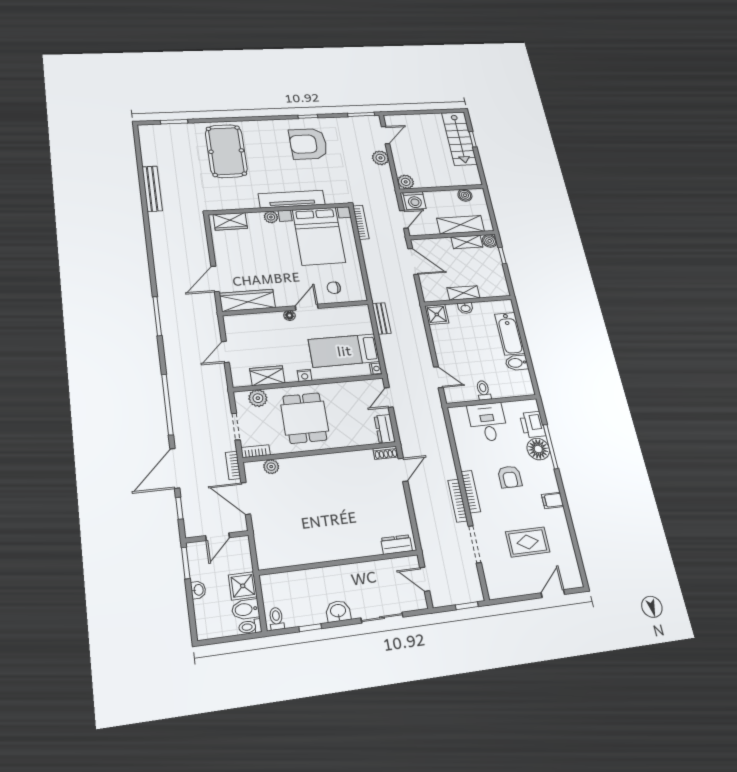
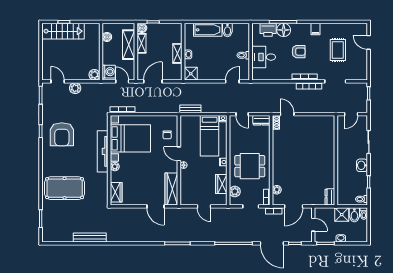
dresser: (397, 545) -> (330, 197), moved

